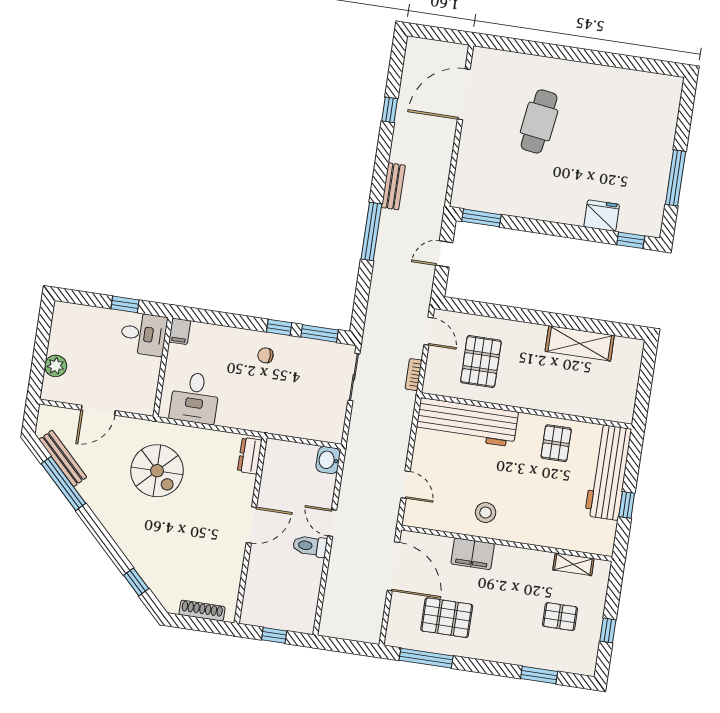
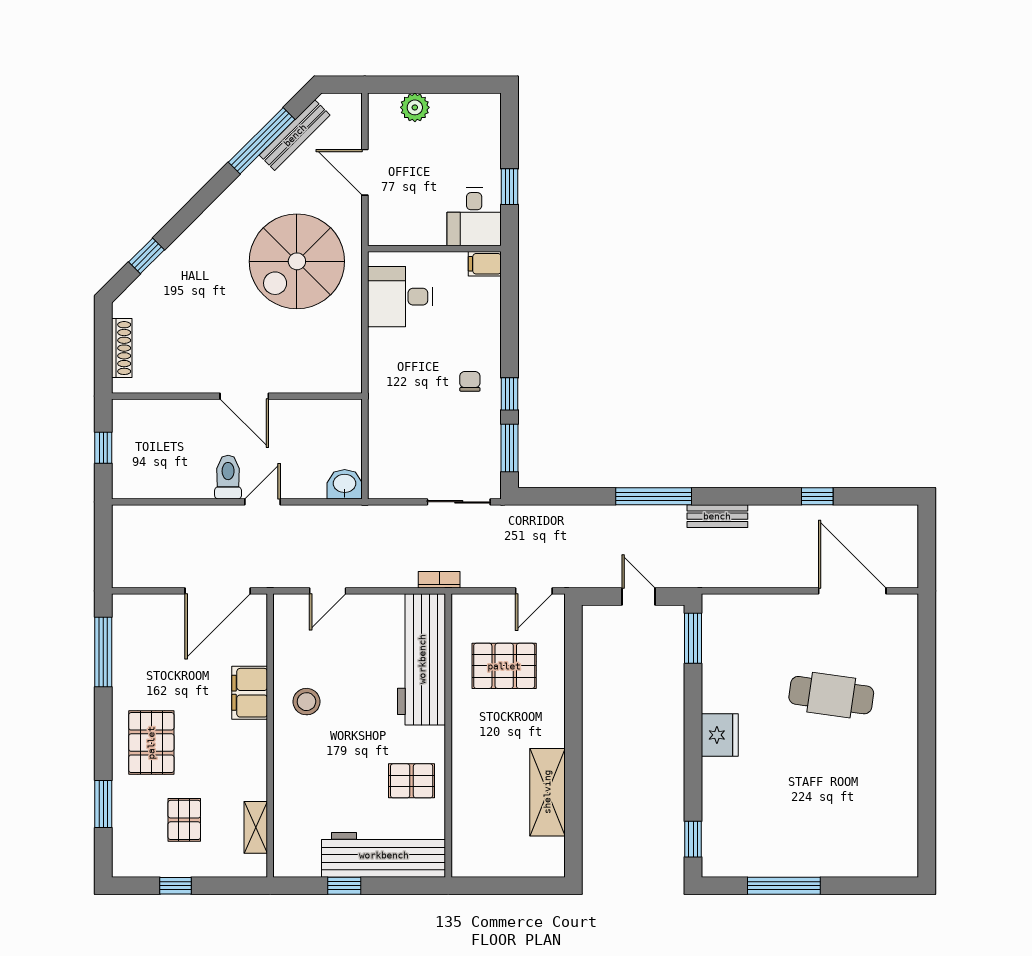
fridge: (602, 216) -> (720, 735), moved
bookcase: (414, 375) -> (439, 580), moved
dresser: (250, 456) -> (335, 380), removed
spiral stairs: (157, 471) -> (297, 261), width x1.37, depth x1.37
pallet: (447, 618) -> (151, 743), moved

